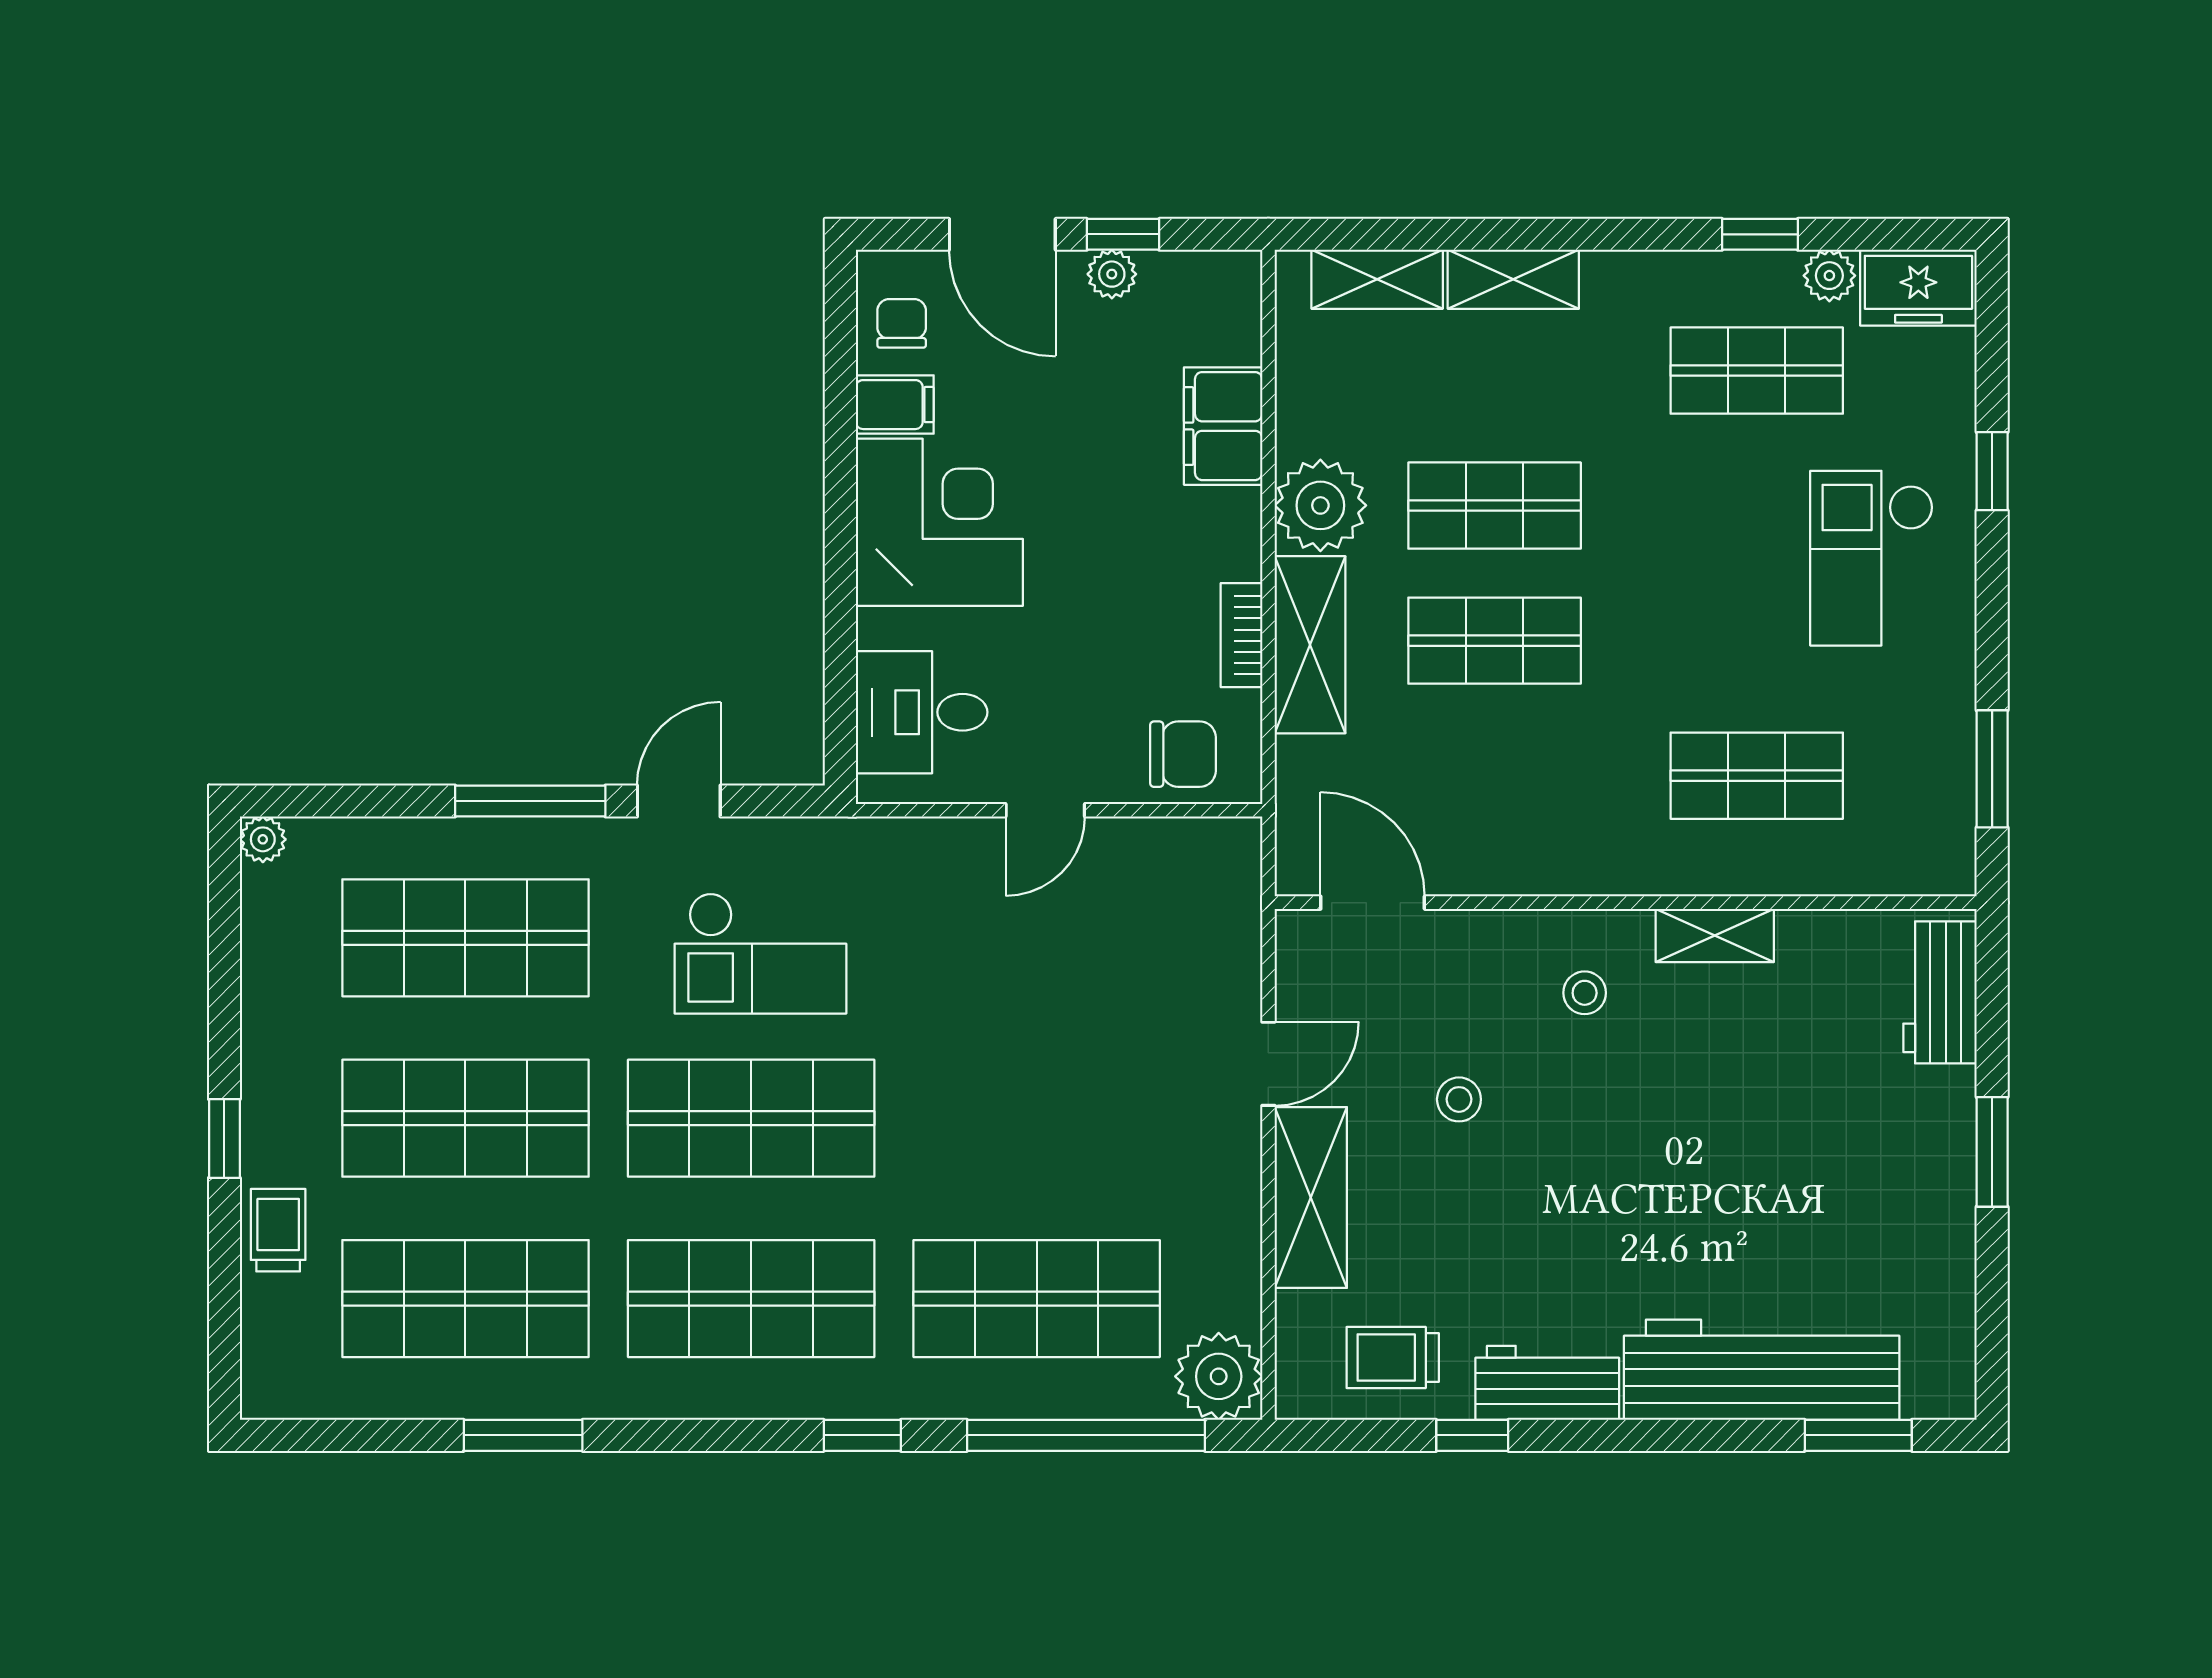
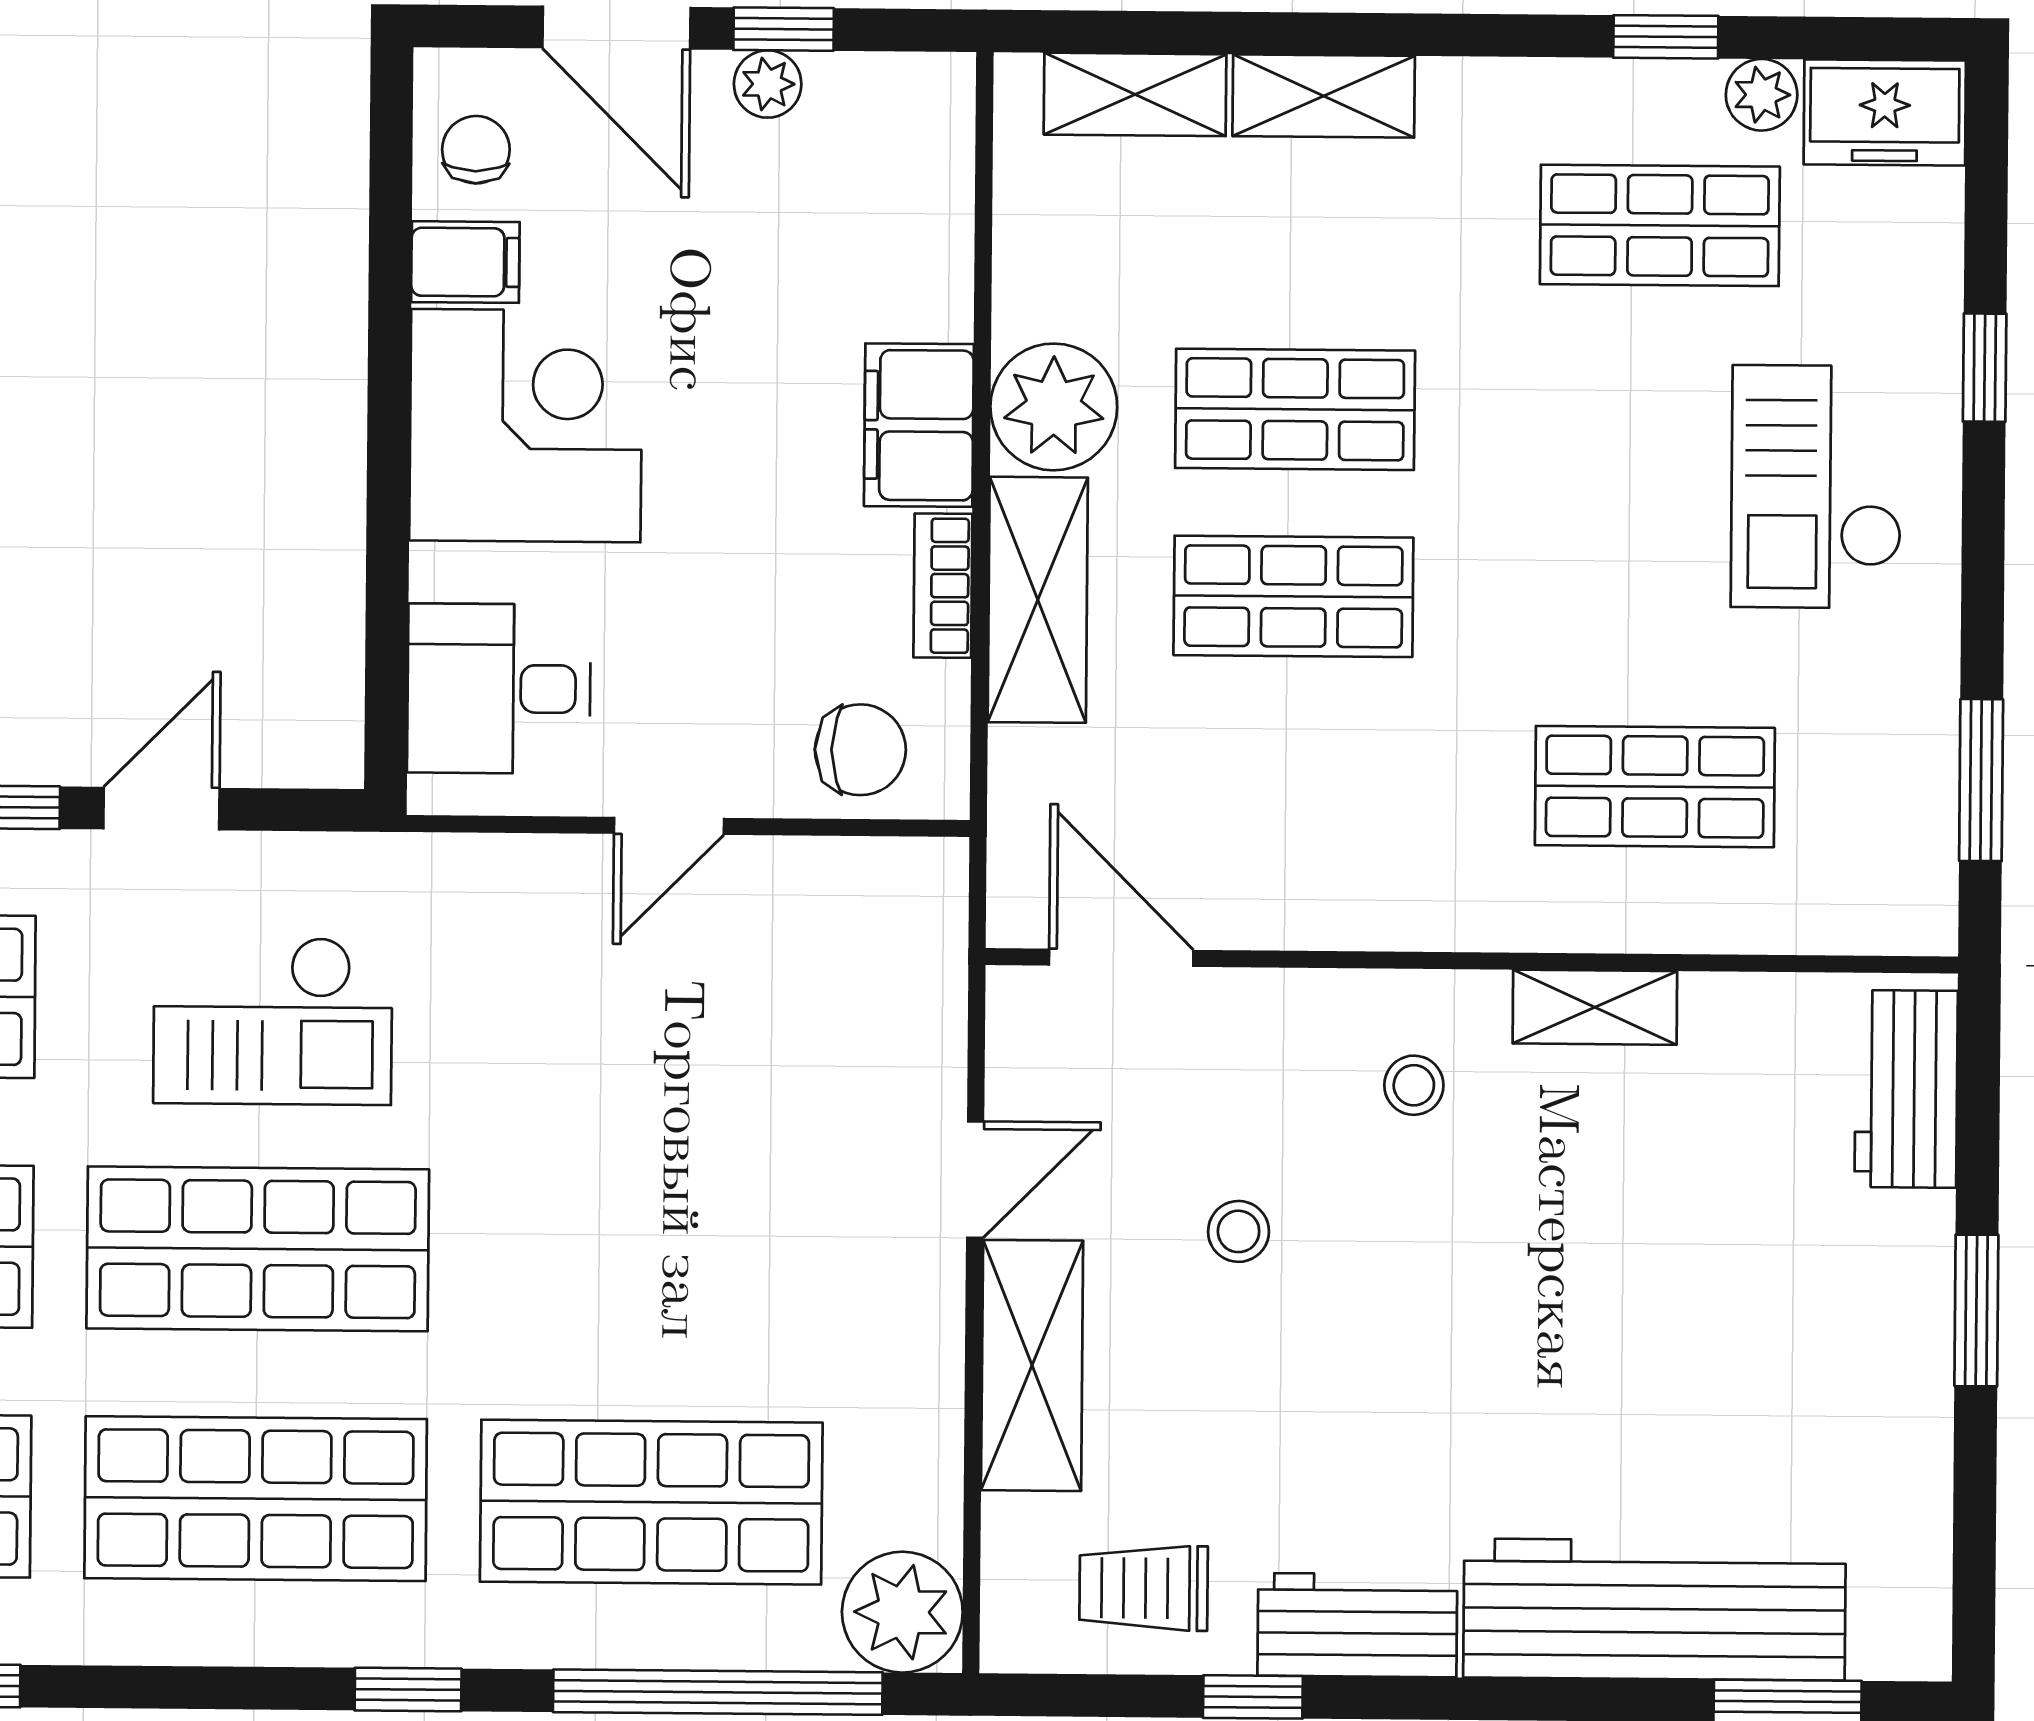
filing cabinet: (1223, 426) -> (919, 425), moved

